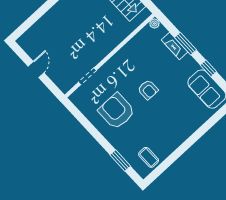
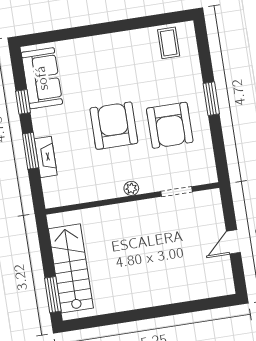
plant: (154, 23) -> (131, 188), moved
armchair: (148, 90) -> (114, 126), width x1.88, depth x1.88
window: (120, 160) -> (211, 99), moved

